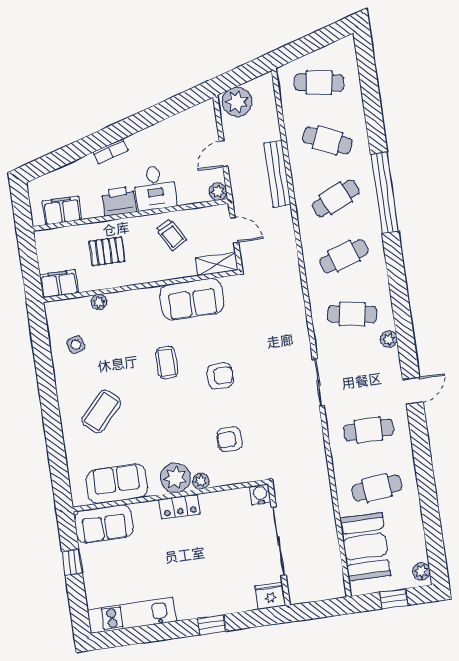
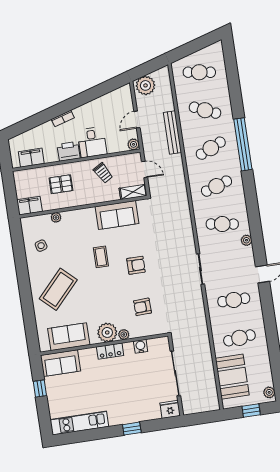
coffee table: (101, 411) -> (58, 289), width x1.36, depth x1.32
water cooler: (260, 495) -> (141, 346), moved

